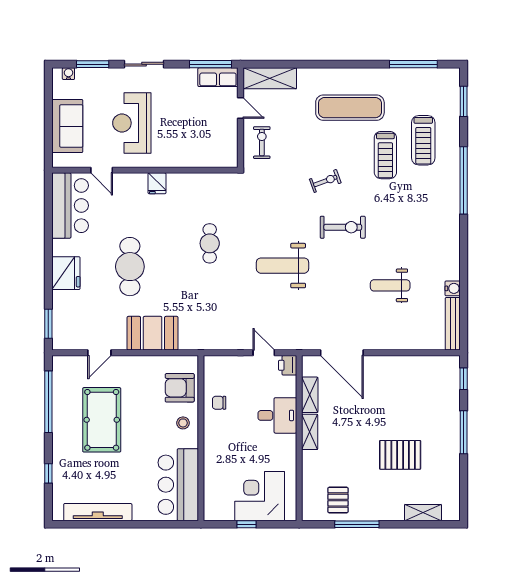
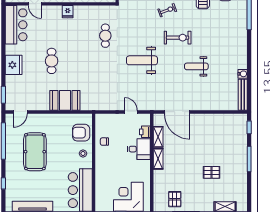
cafe table: (210, 243) -> (105, 36), moved
cafe table: (130, 267) -> (52, 61), width x0.73, depth x0.74
weight bench: (390, 285) -> (196, 66), moved
door: (99, 353) -> (20, 112), moved
printer: (288, 365) -> (145, 132), moved
pallet: (400, 455) -> (212, 172), width x0.67, depth x0.71

